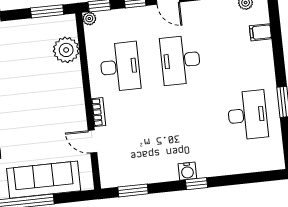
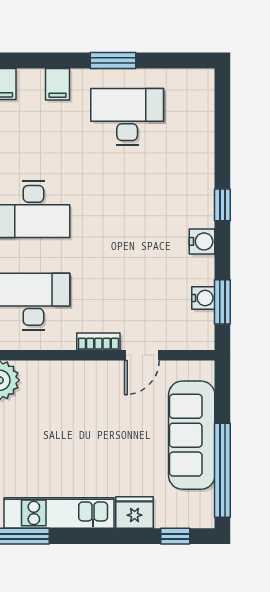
filing cabinet: (264, 67) -> (58, 84), added
water cooler: (187, 171) -> (202, 241), moved
water cooler: (134, 178) -> (203, 298), added

